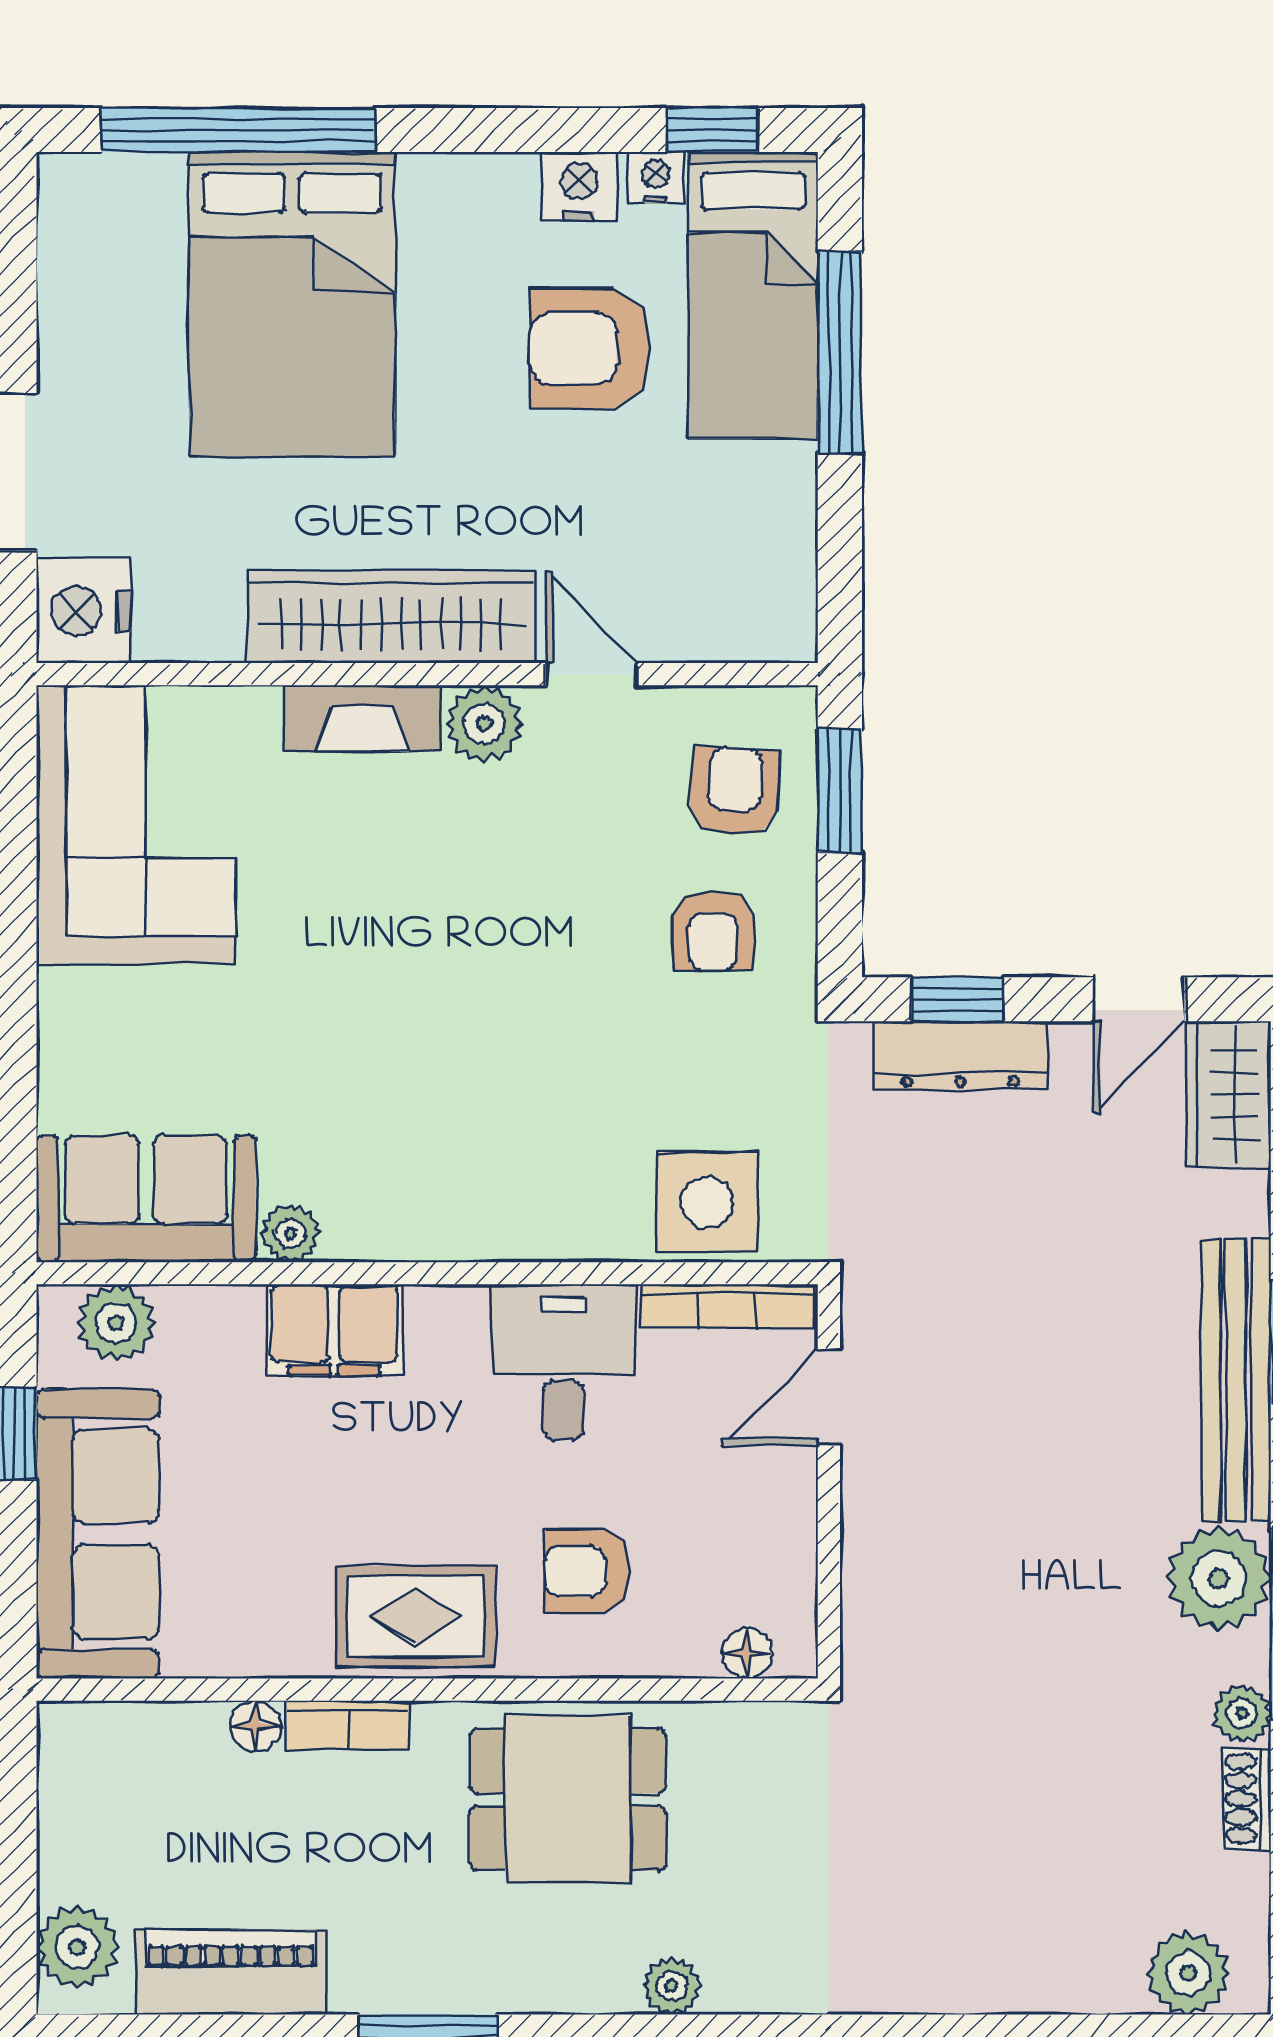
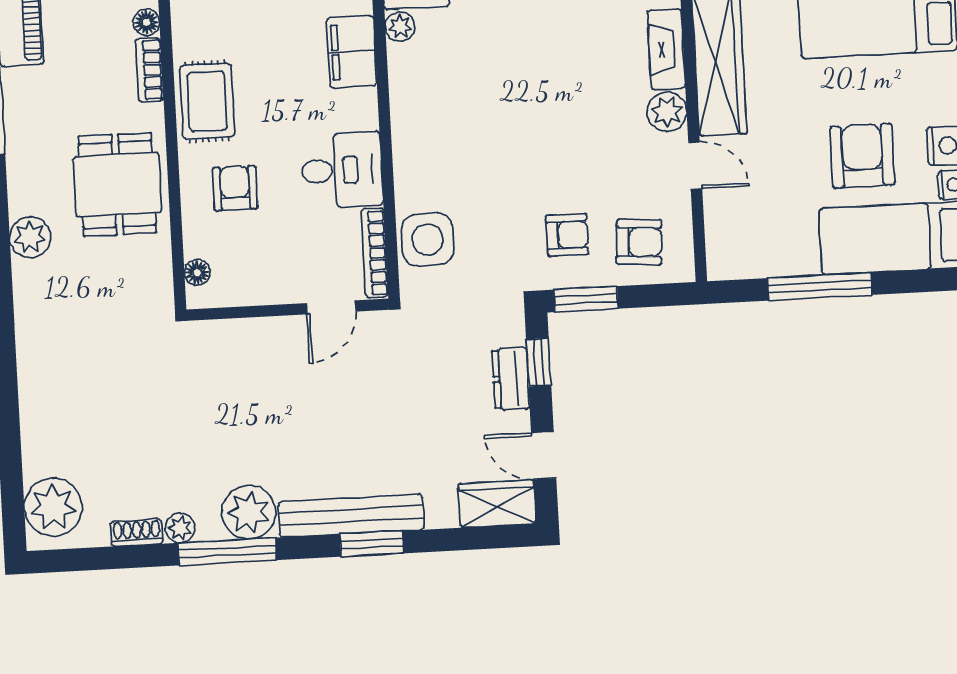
window: (840, 353) -> (820, 287), moved
door: (592, 674) -> (695, 166), hinge flipped
window: (840, 790) -> (586, 299), moved
armchair: (713, 930) -> (567, 235), turned 180
dresser: (960, 1055) -> (511, 379), width x0.70
door: (829, 1397) -> (331, 307), swing flipped
plant: (1188, 1973) -> (53, 507), width x1.36, depth x1.36
plant: (671, 1986) -> (30, 237), width x1.38, depth x1.38

